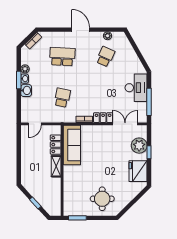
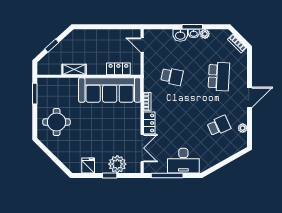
school desk: (105, 57) -> (219, 126), turned -48
sofa: (72, 145) -> (110, 90), width x1.36, depth x1.27
shelving: (56, 166) -> (74, 69), moved
fridge: (138, 171) -> (88, 165), width x0.53, depth x0.75

